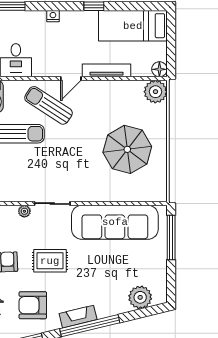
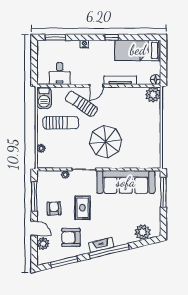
parasol: (127, 149) -> (106, 142), moved
rug: (50, 261) -> (82, 208), turned 90

